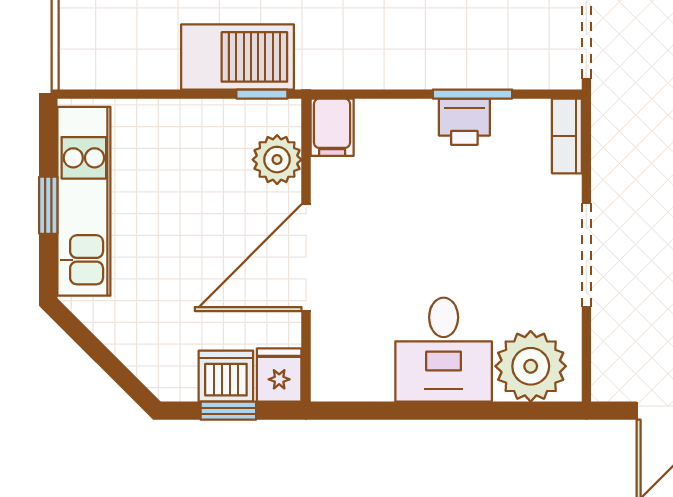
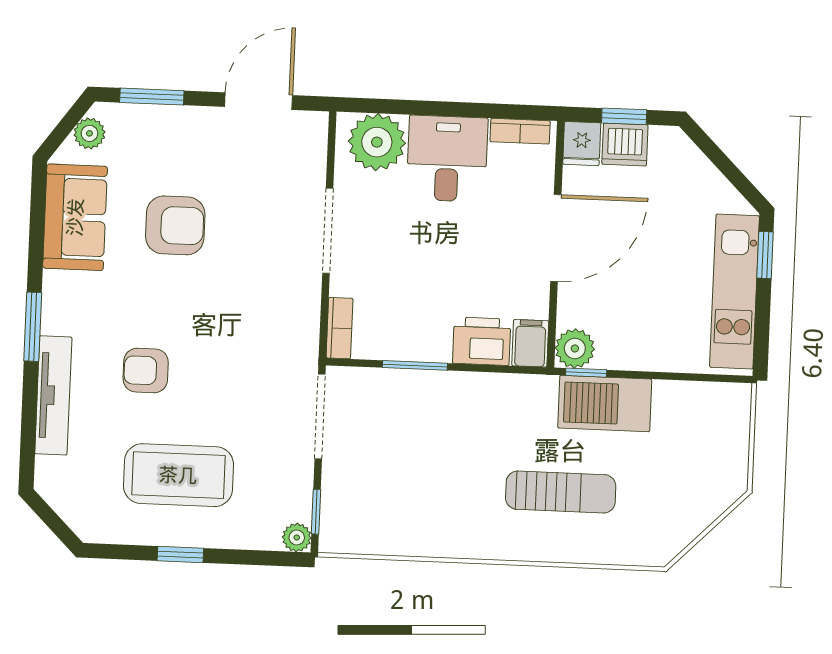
printer: (464, 122) -> (482, 341), moved, width x1.36, depth x1.24
plant: (277, 160) -> (575, 348), moved
window: (48, 205) -> (765, 255), moved
bookcase: (355, 387) -> (520, 131), added

